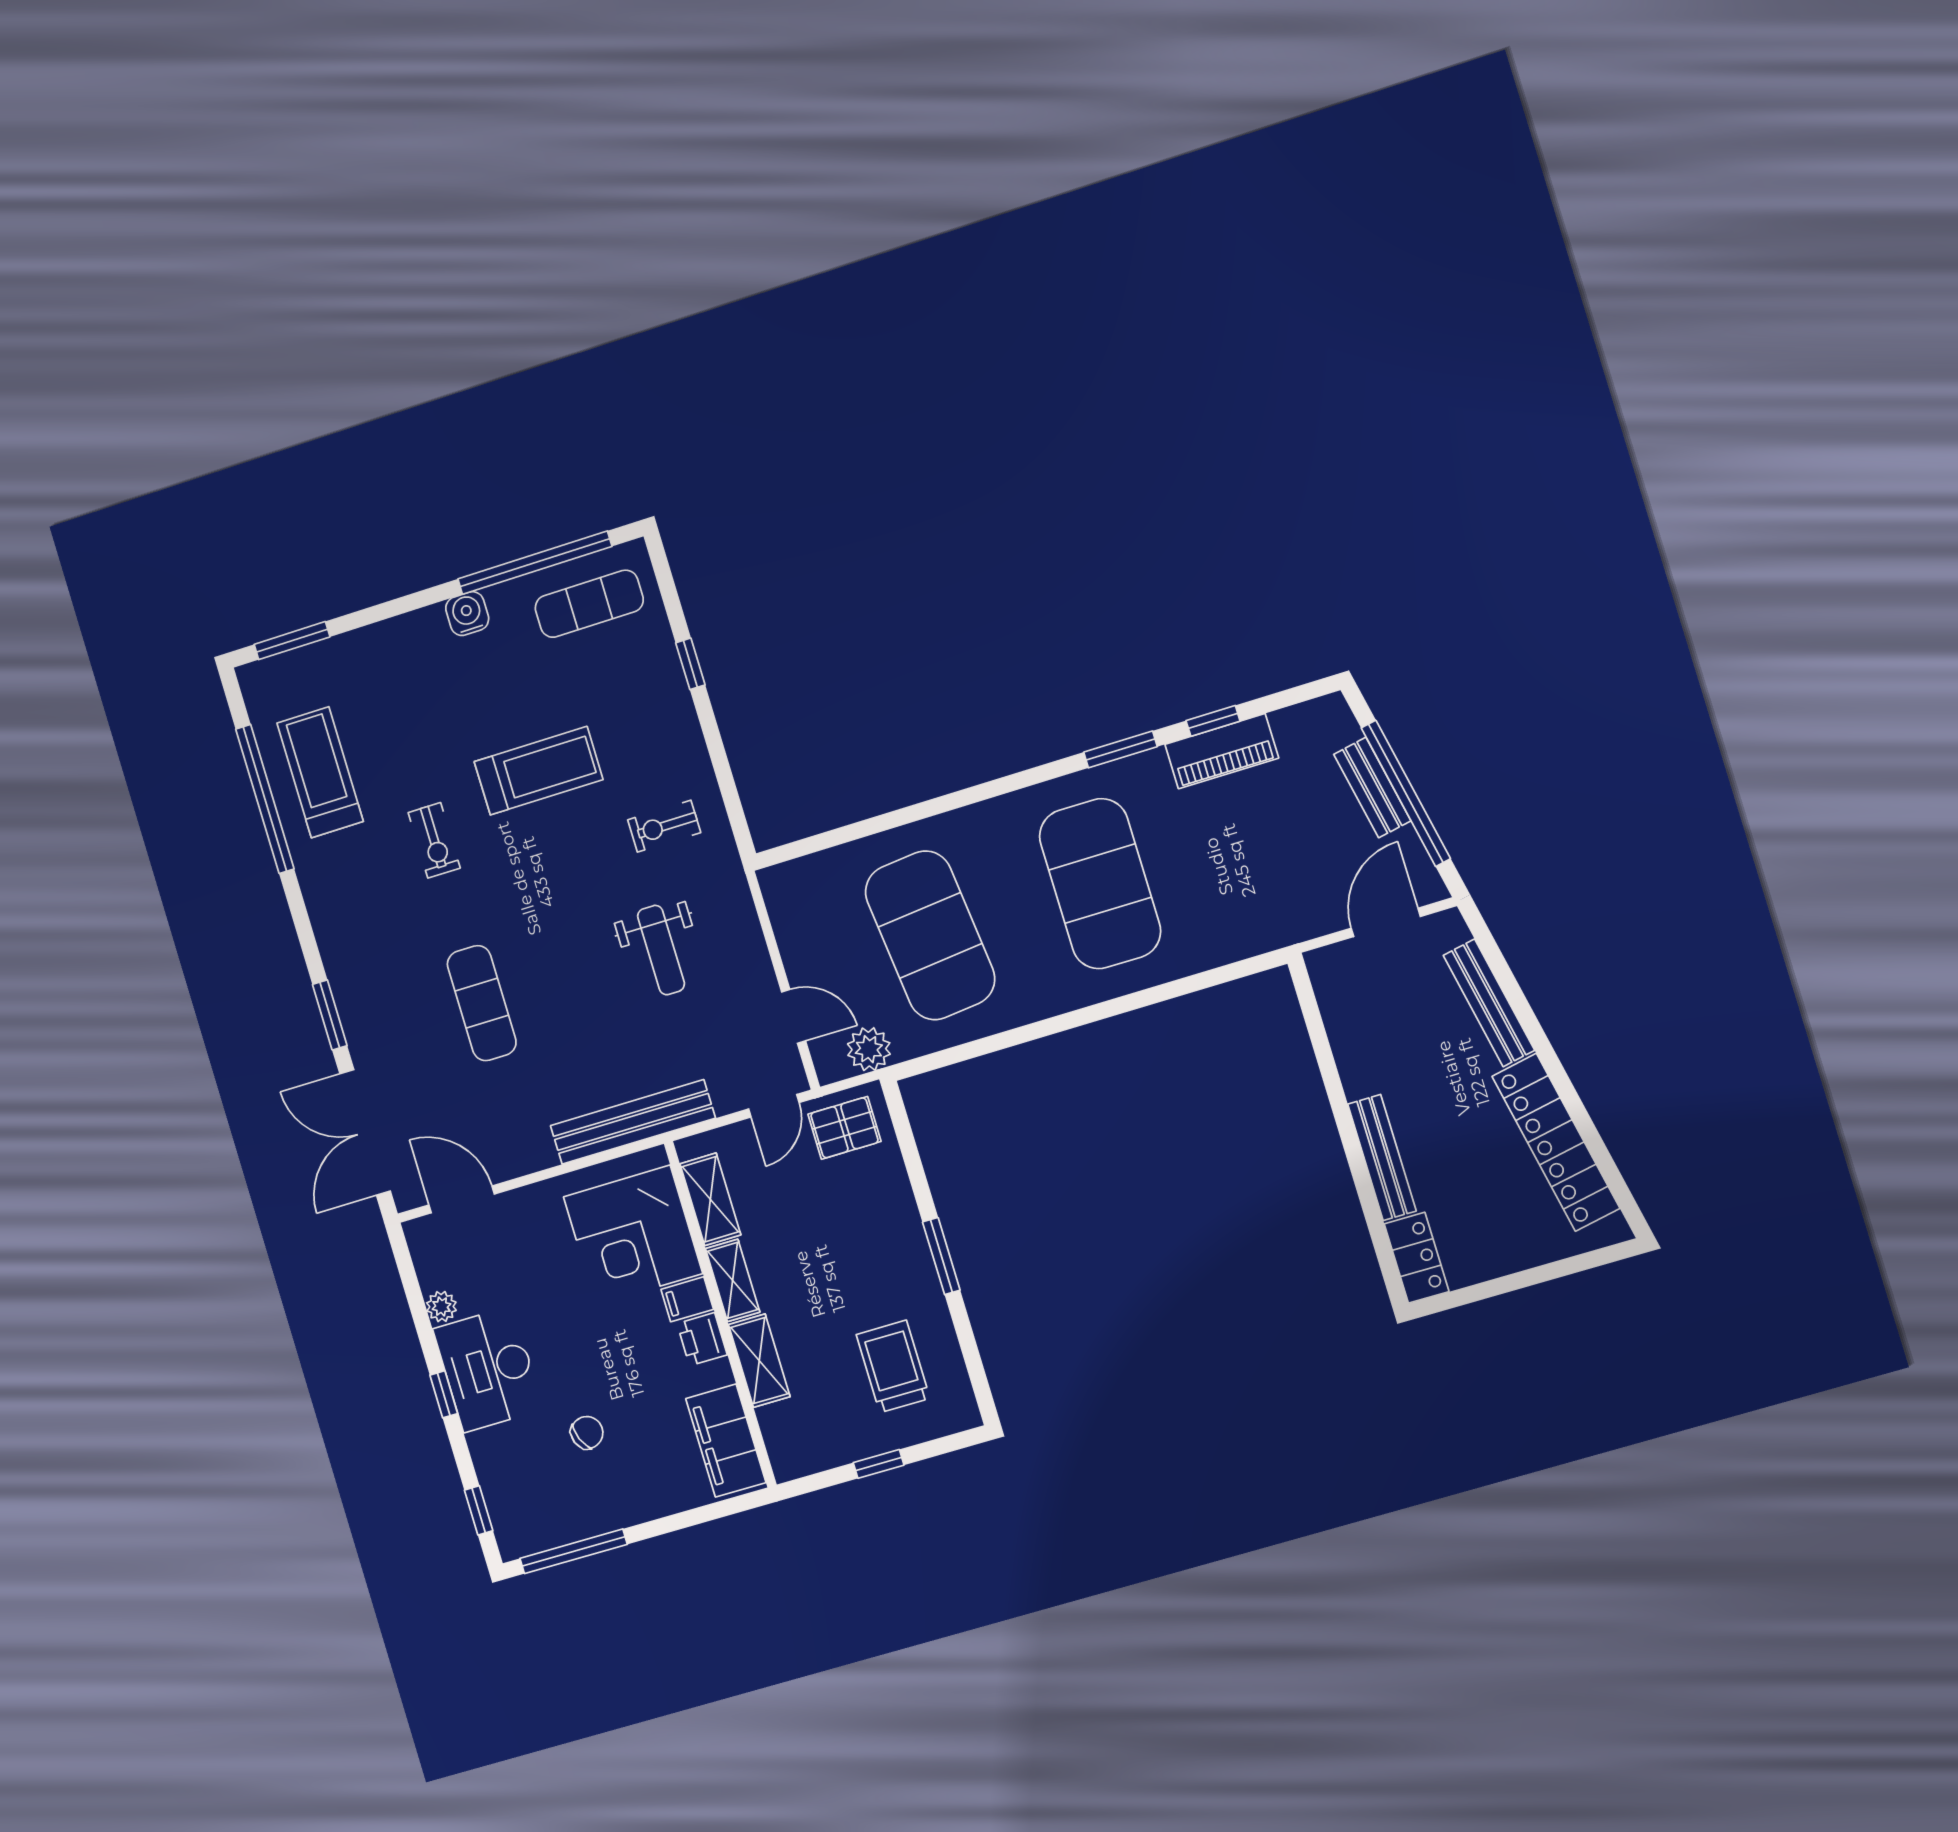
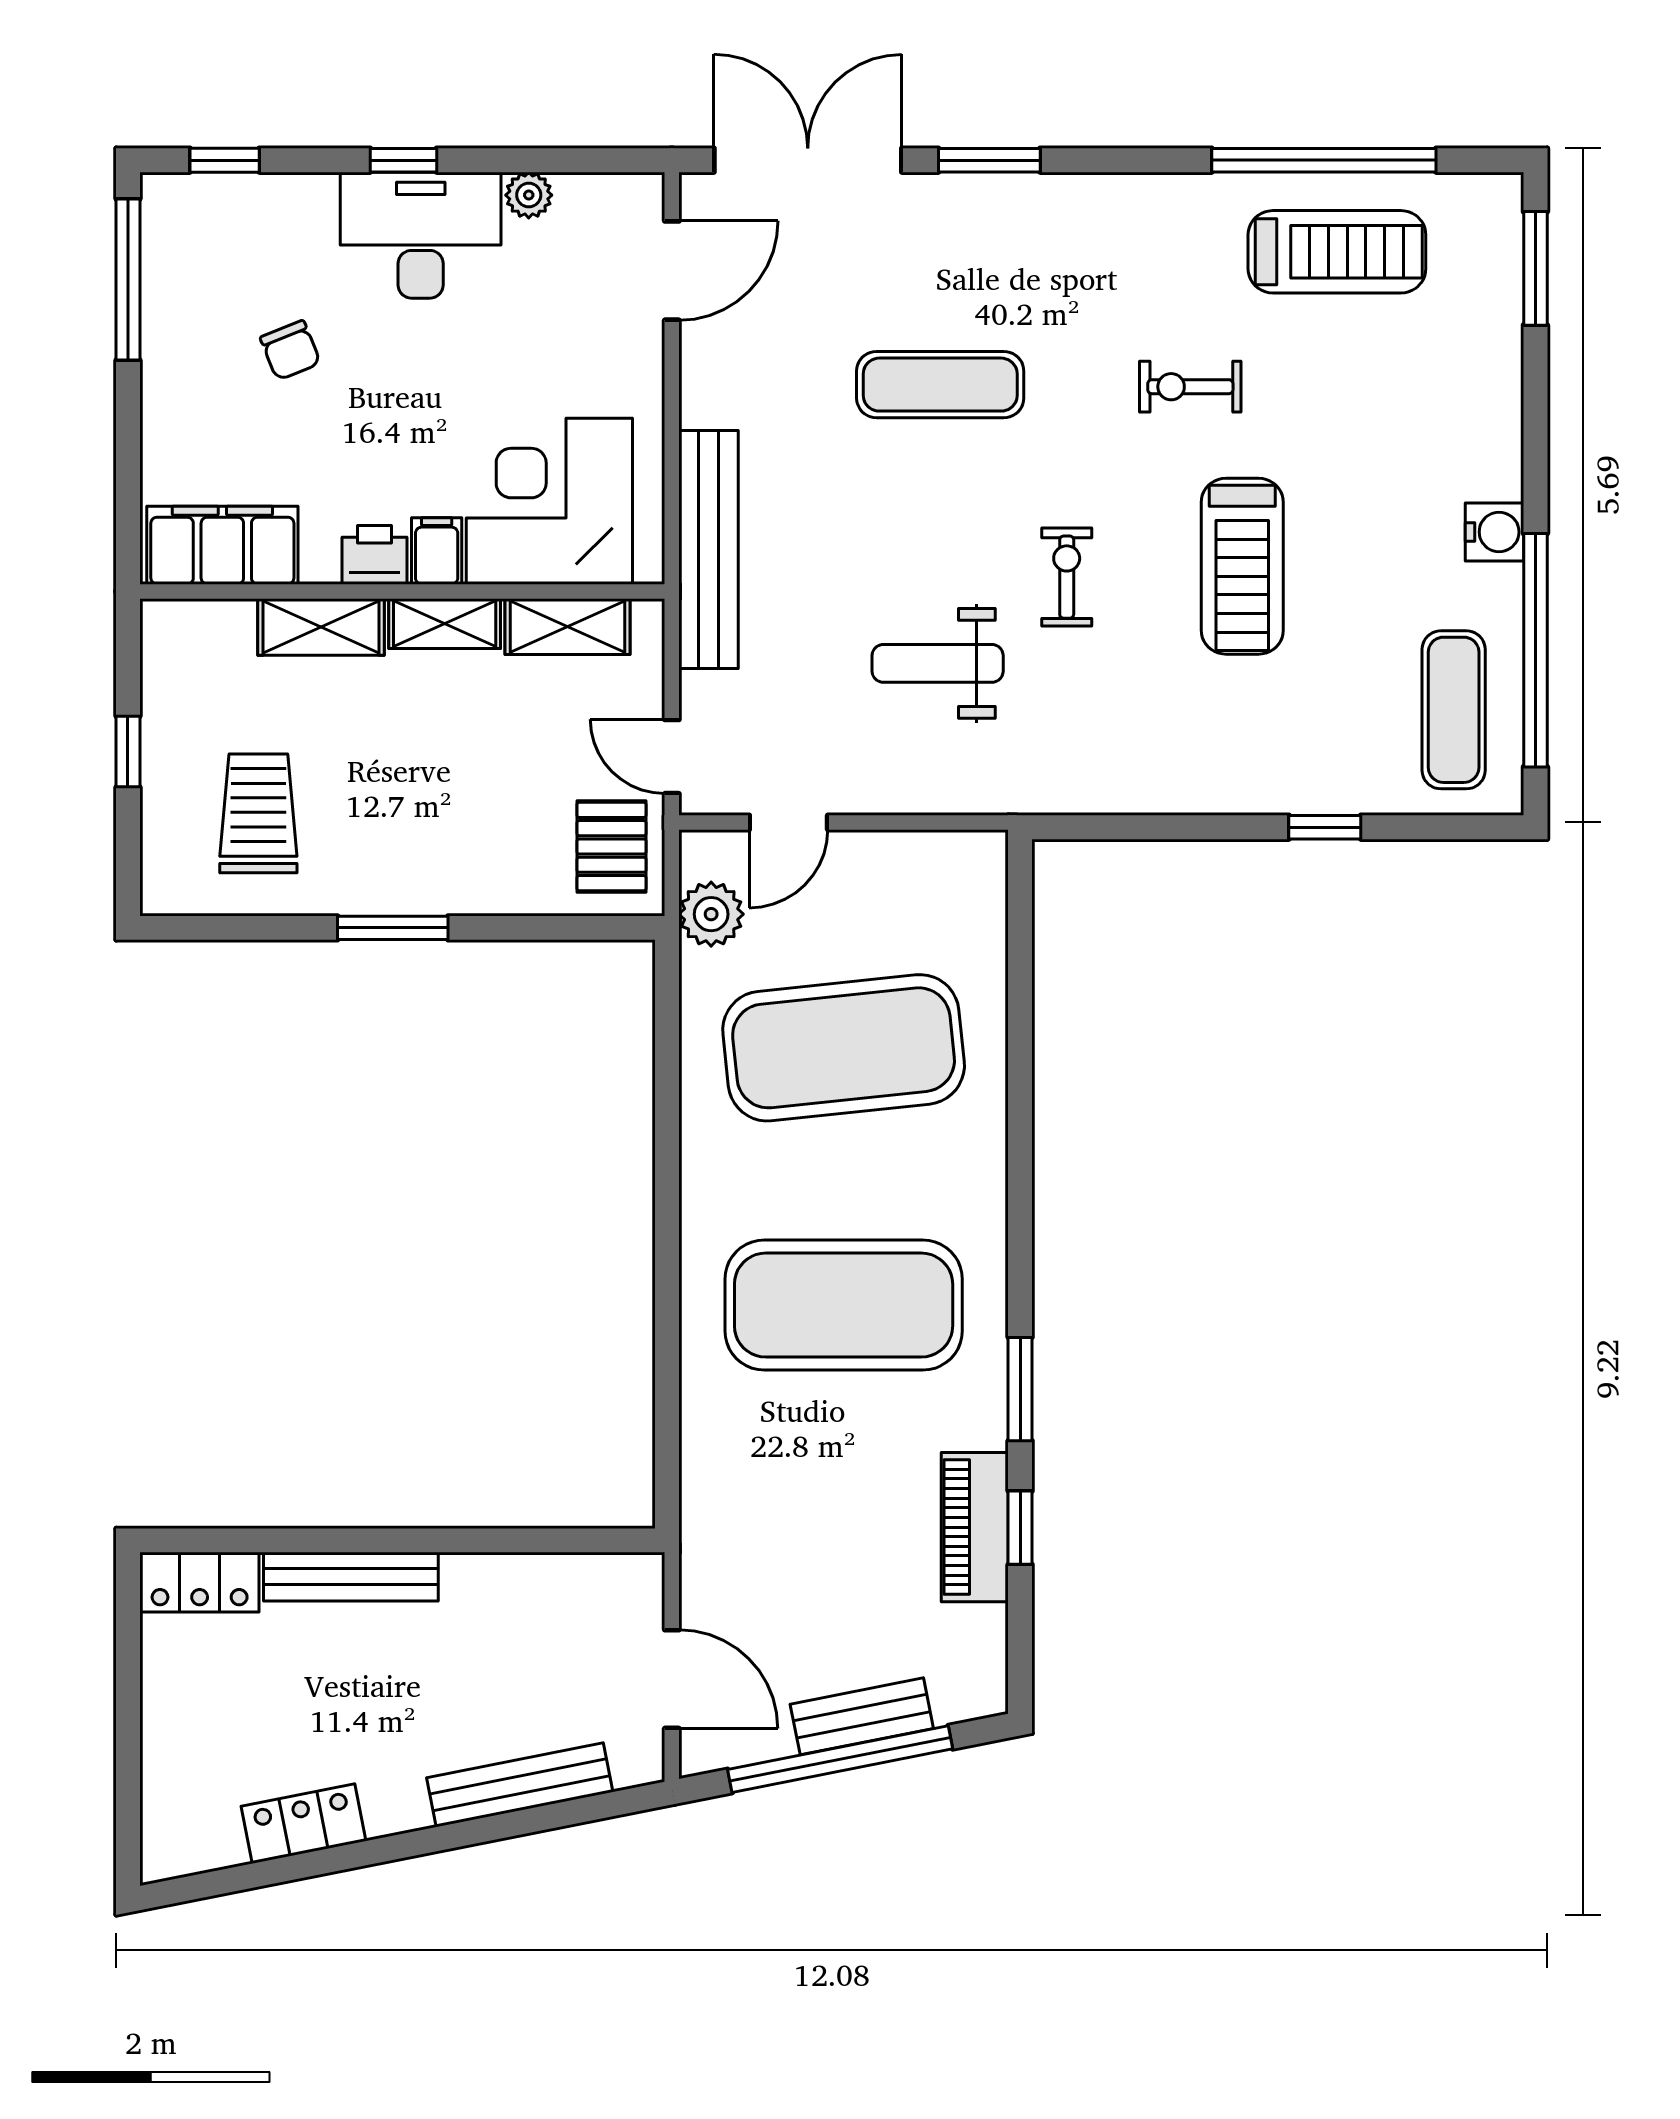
exercise bike: (664, 826) -> (1067, 577), moved
locker: (1556, 1142) -> (304, 1824), width x0.46, depth x0.83
trolley: (893, 1366) -> (258, 813), turned -90

